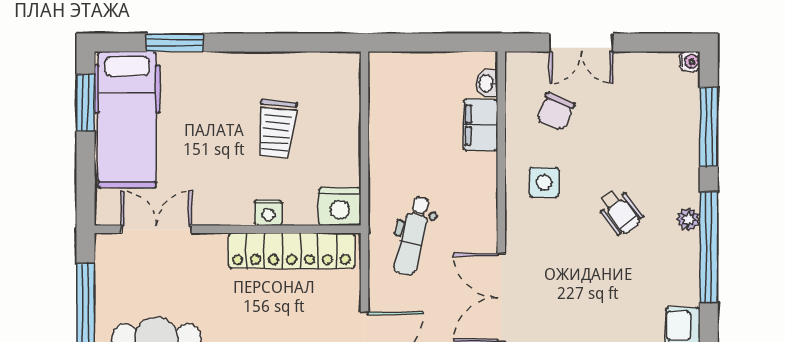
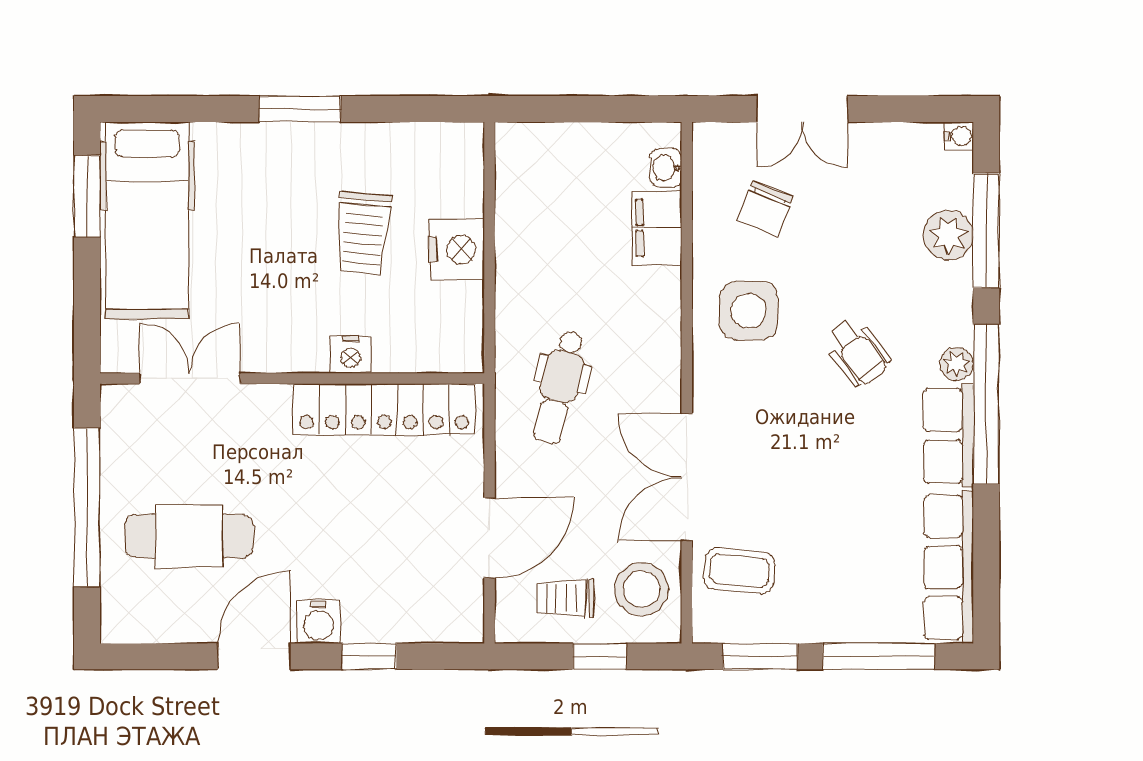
window: (175, 43) -> (300, 109), moved
plant: (683, 130) -> (948, 235), added
side table: (544, 182) -> (749, 311), width x1.37, depth x1.37
nightstand: (340, 207) -> (457, 249), moved, turned -90
row of seats: (683, 269) -> (949, 436), added

